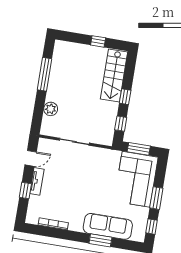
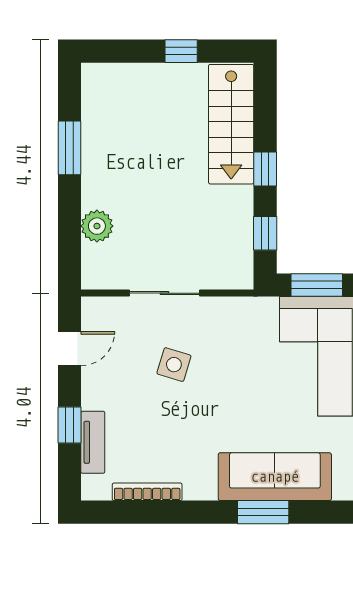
window: (45, 74) -> (69, 148), width x0.69
side table: (73, 172) -> (174, 365), added
tv unit: (37, 181) -> (93, 442), moved

